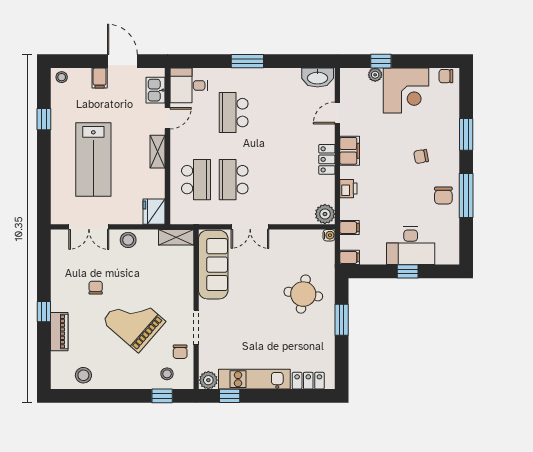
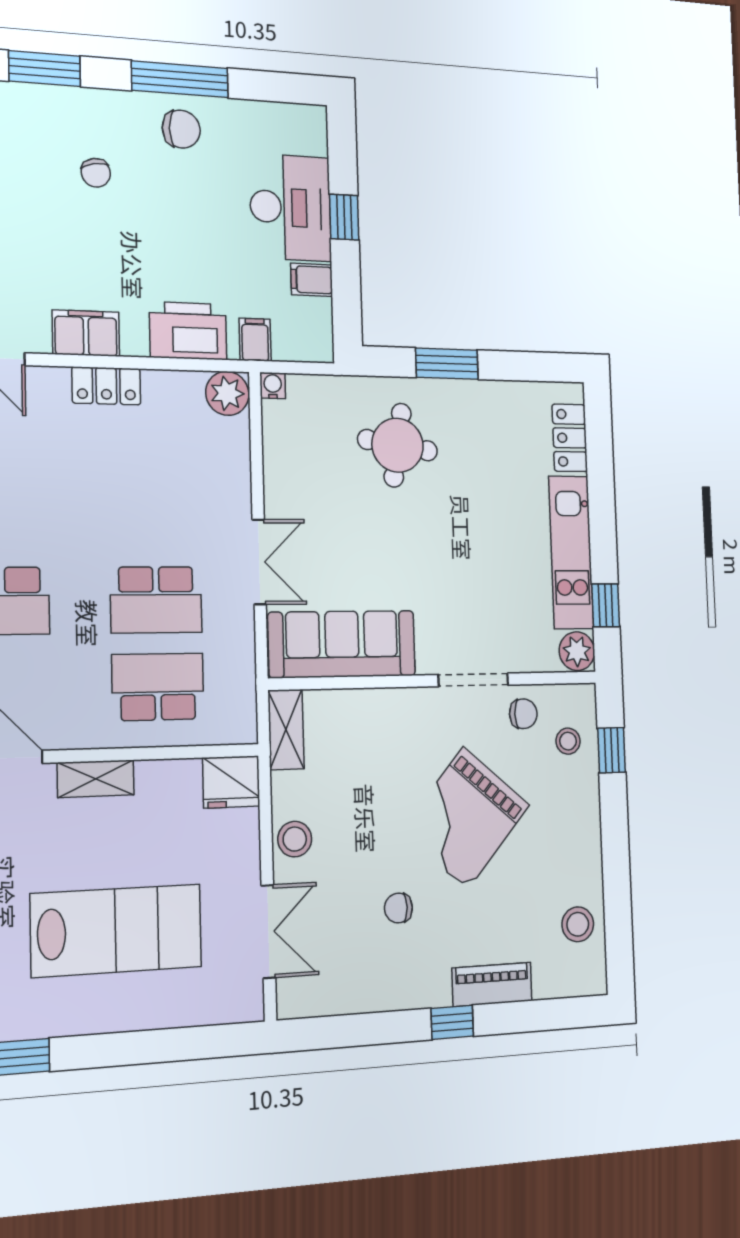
printer: (348, 189) -> (188, 331), width x1.87, depth x1.48
filing cabinet: (350, 257) -> (312, 280), moved, turned -90

